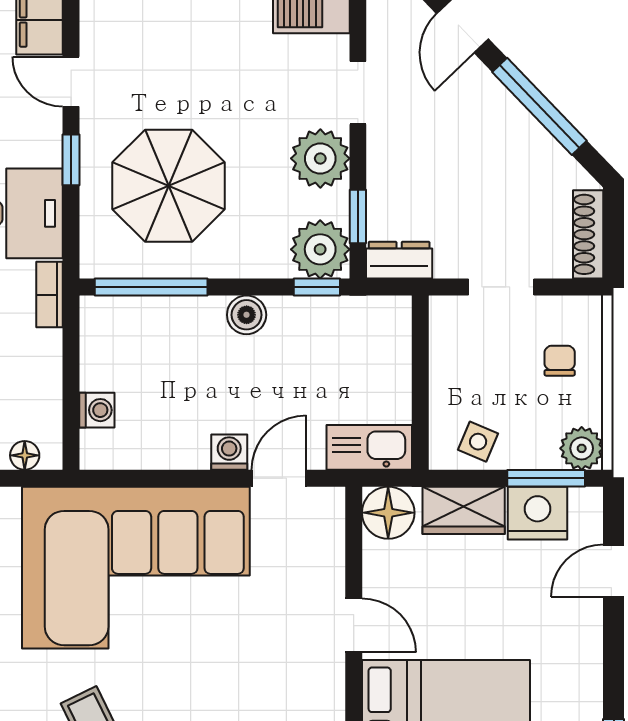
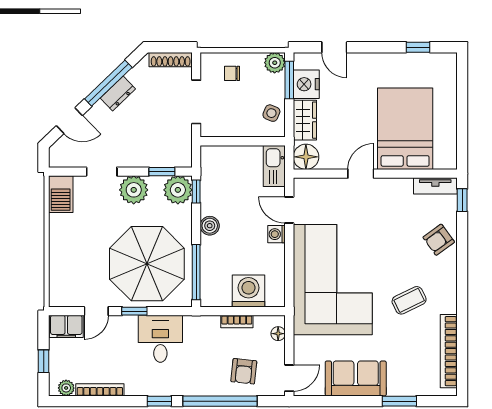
parasol: (169, 186) -> (147, 264), width x1.36, depth x1.36
dresser: (399, 260) -> (118, 94), moved, turned -134
doorway: (501, 287) -> (196, 102), width x1.38
bookcase: (50, 295) -> (237, 322), moved
washing machine: (97, 410) -> (249, 291), width x1.89, depth x1.89

